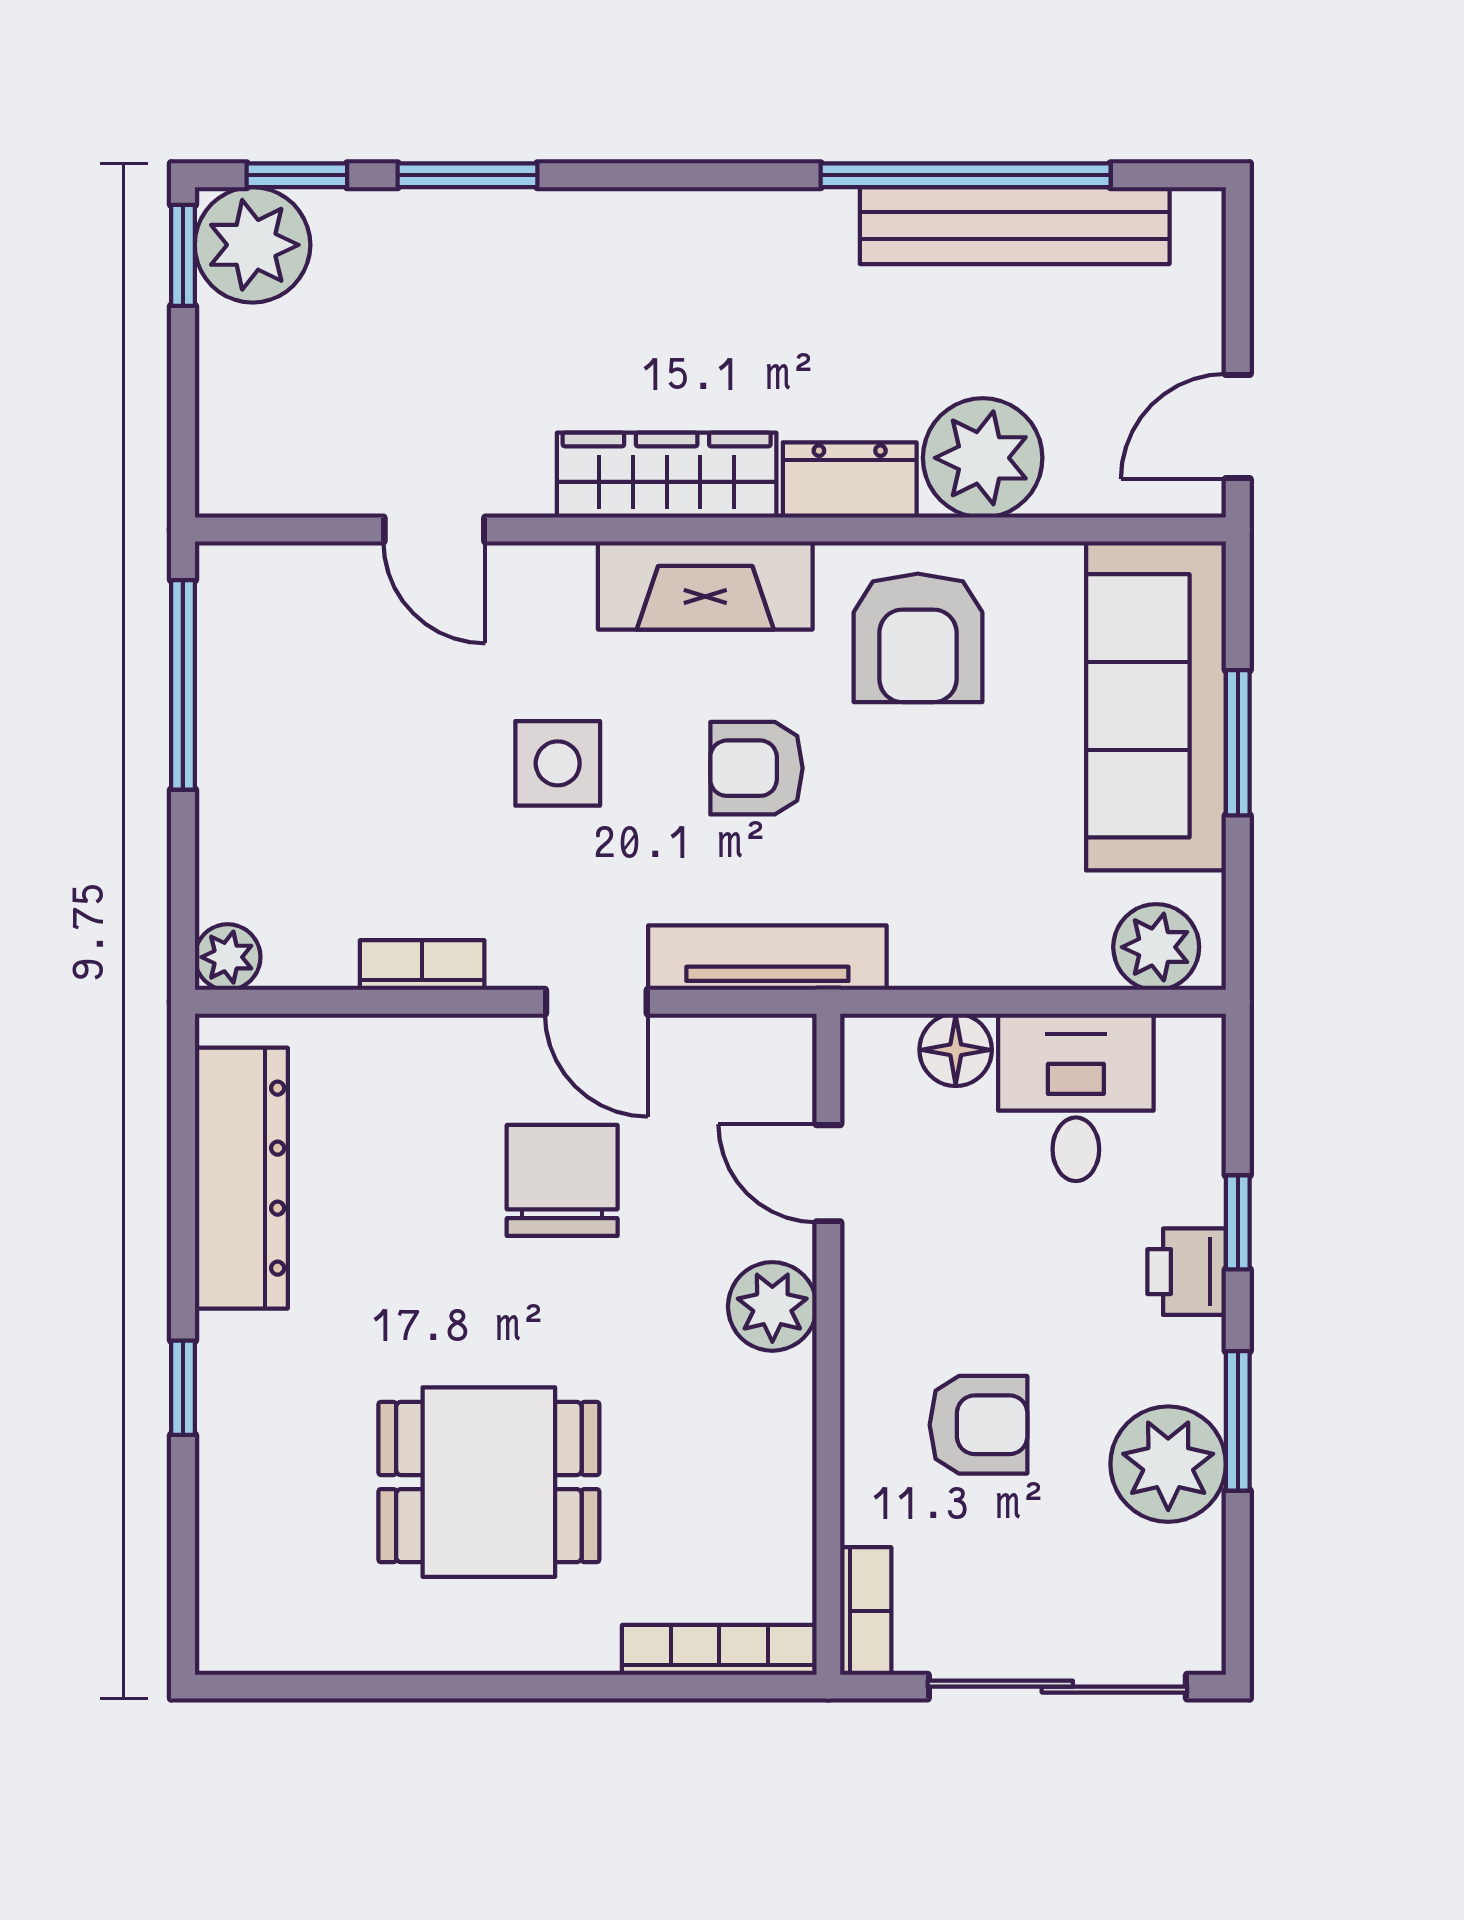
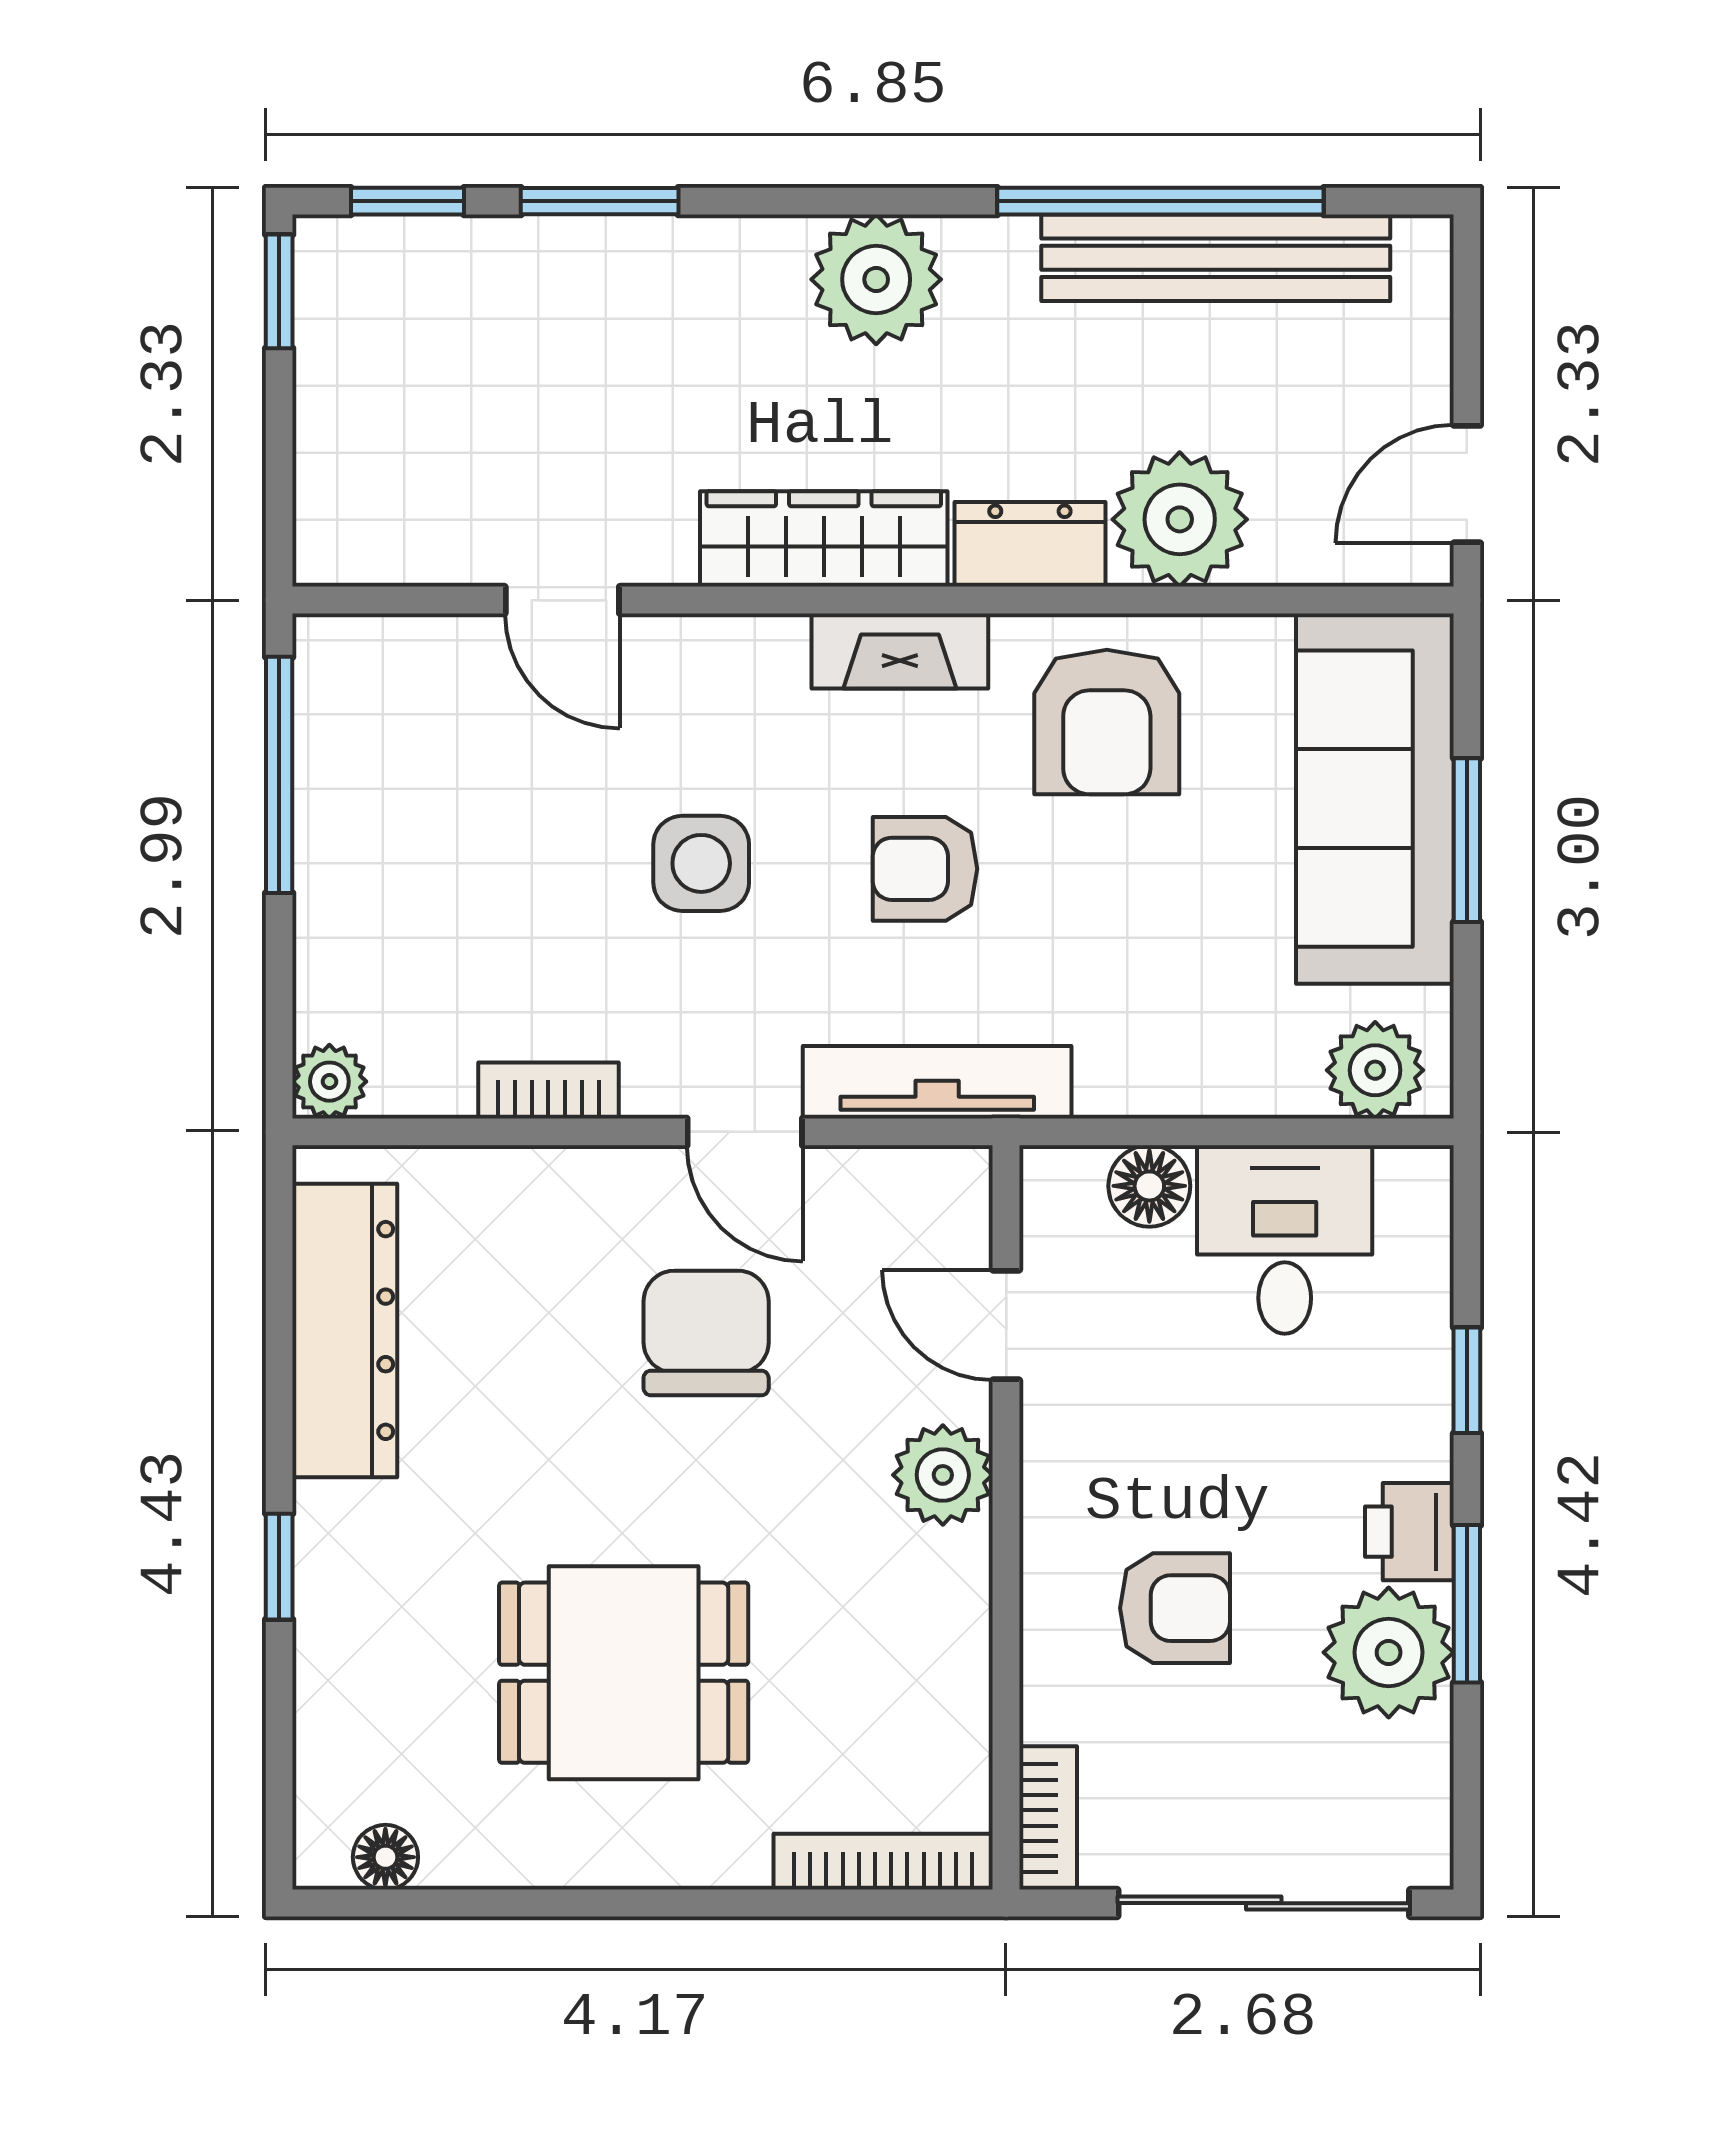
plant: (253, 245) -> (876, 279), moved
fireplace: (705, 585) -> (900, 651), width x0.73, depth x0.76
printer: (1187, 1272) -> (1409, 1532), moved
floor lamp: (277, 1646) -> (385, 1857), added

